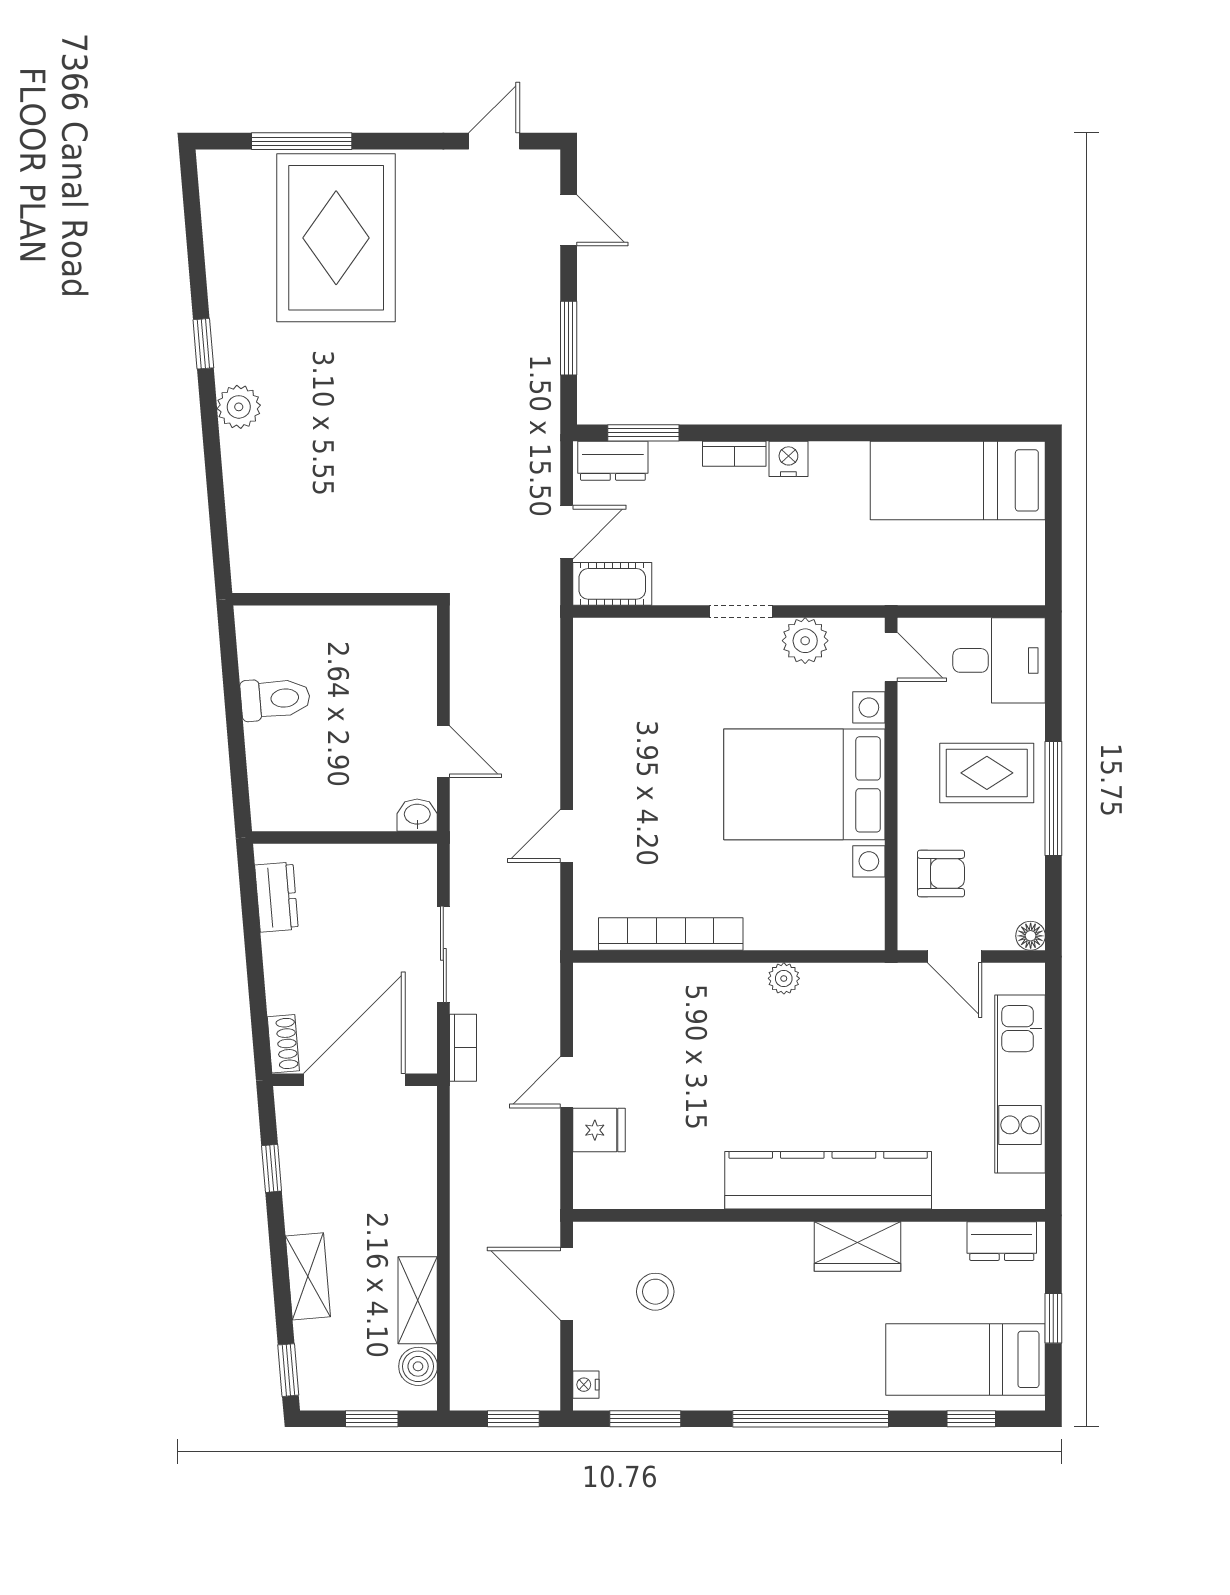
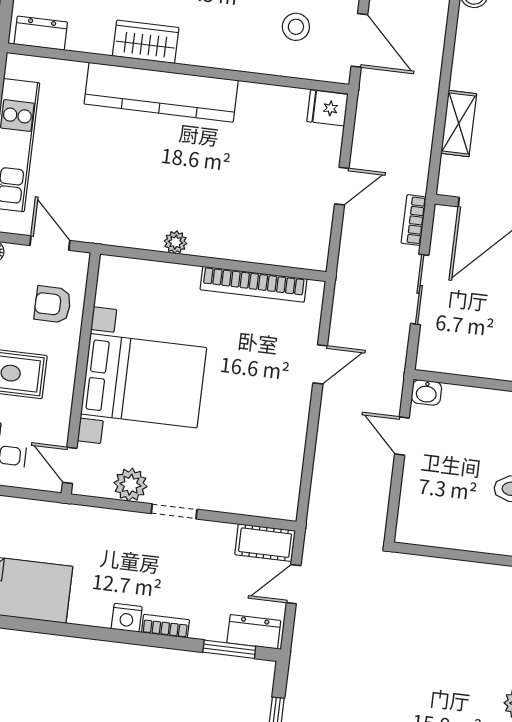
fridge: (599, 1130) -> (327, 108), moved
shelving: (418, 1300) -> (459, 123), moved

